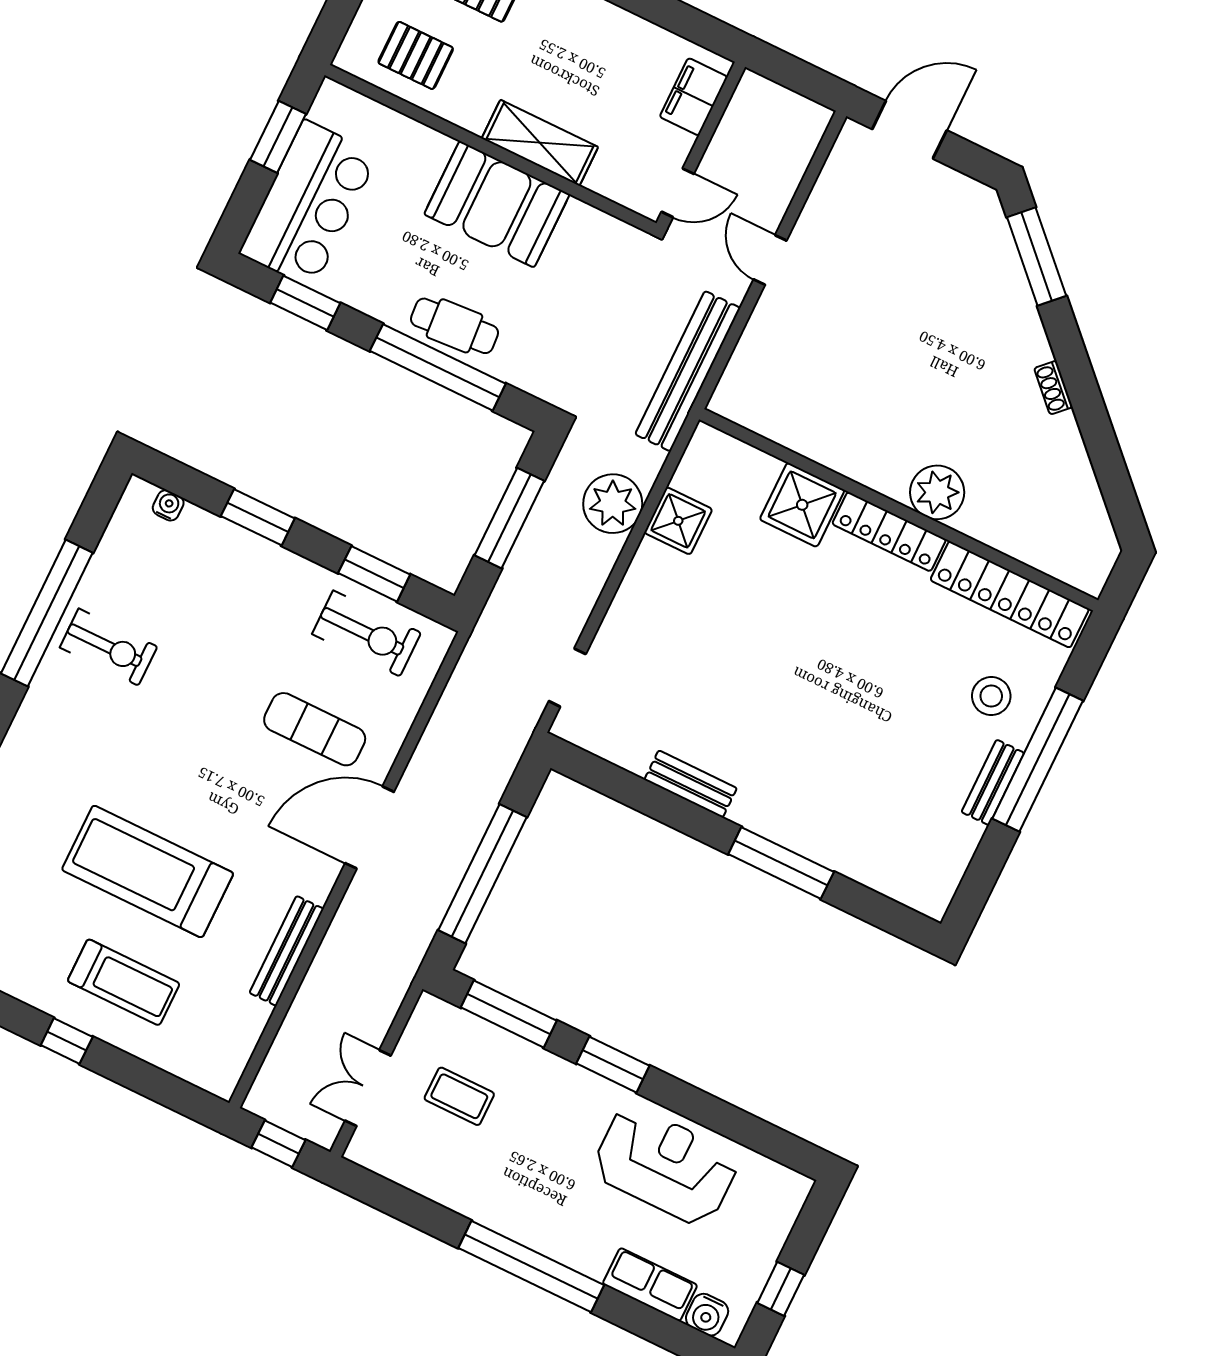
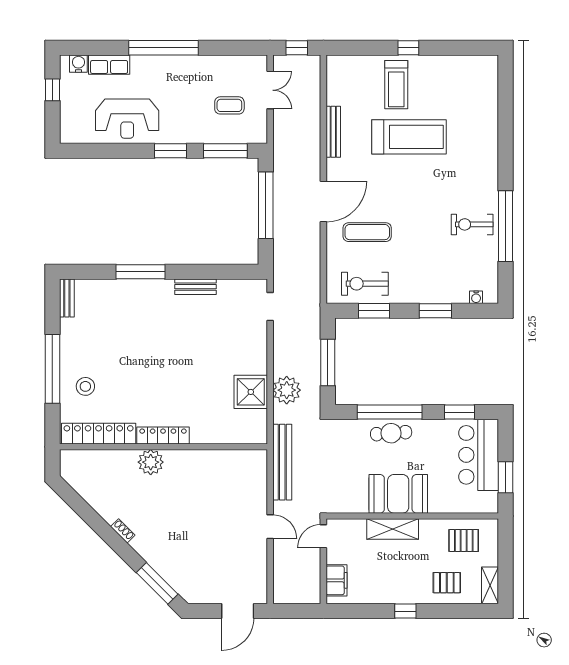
shower: (802, 505) -> (206, 429), removed
shower: (678, 521) -> (251, 392), width x1.36, depth x1.36
bench: (993, 782) -> (67, 298), moved
treadmill: (124, 982) -> (396, 85), turned -90

